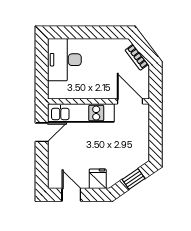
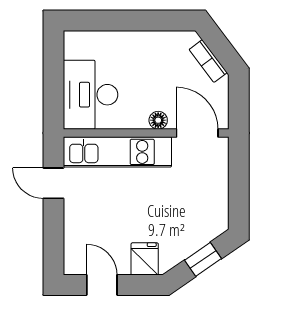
desk: (64, 60) -> (90, 95), moved
floor lamp: (106, 94) -> (158, 120), added
door: (42, 132) -> (53, 183), swing flipped

